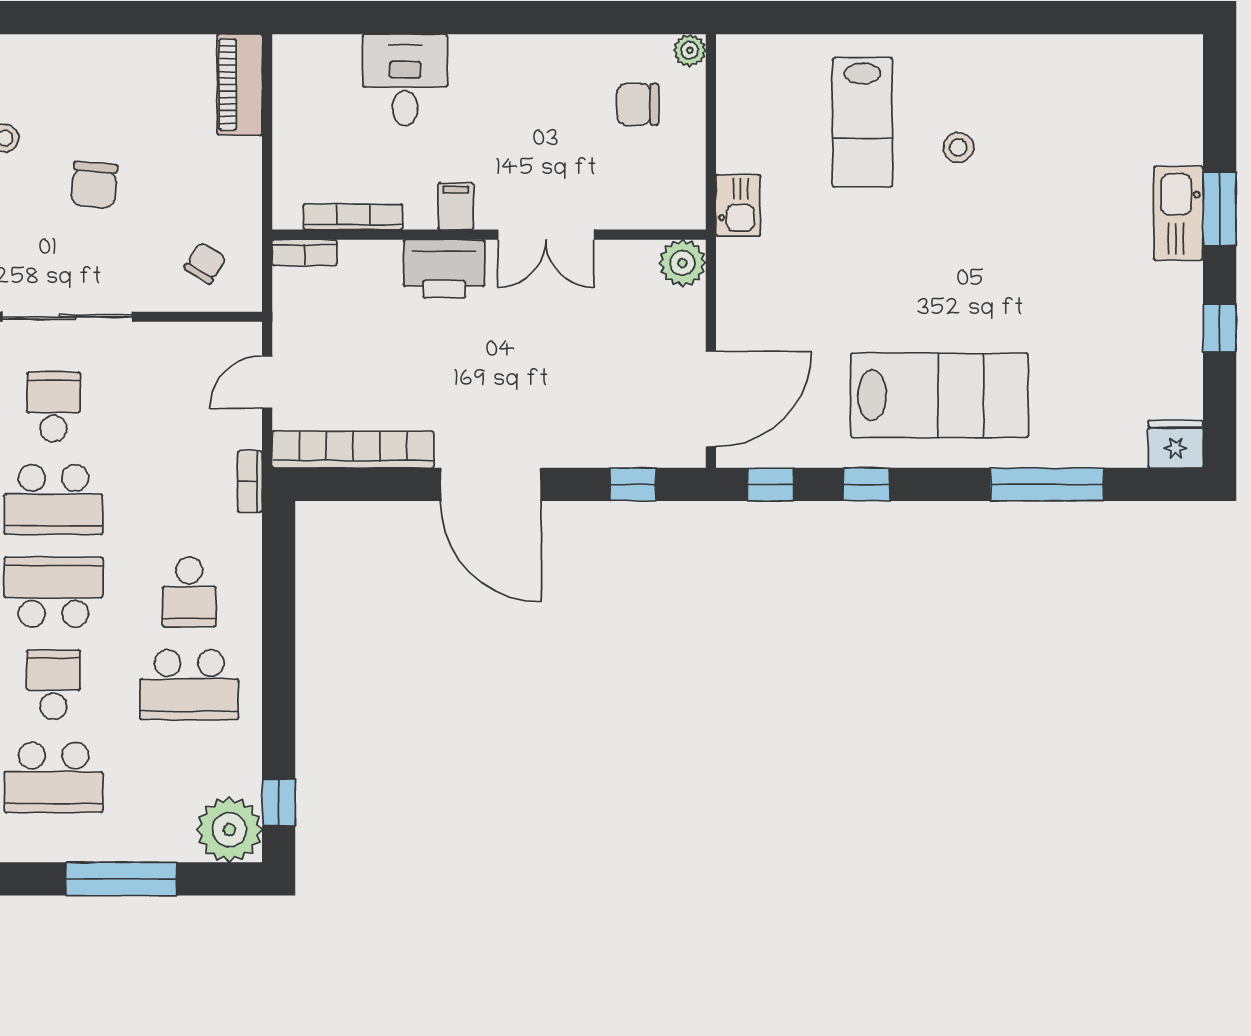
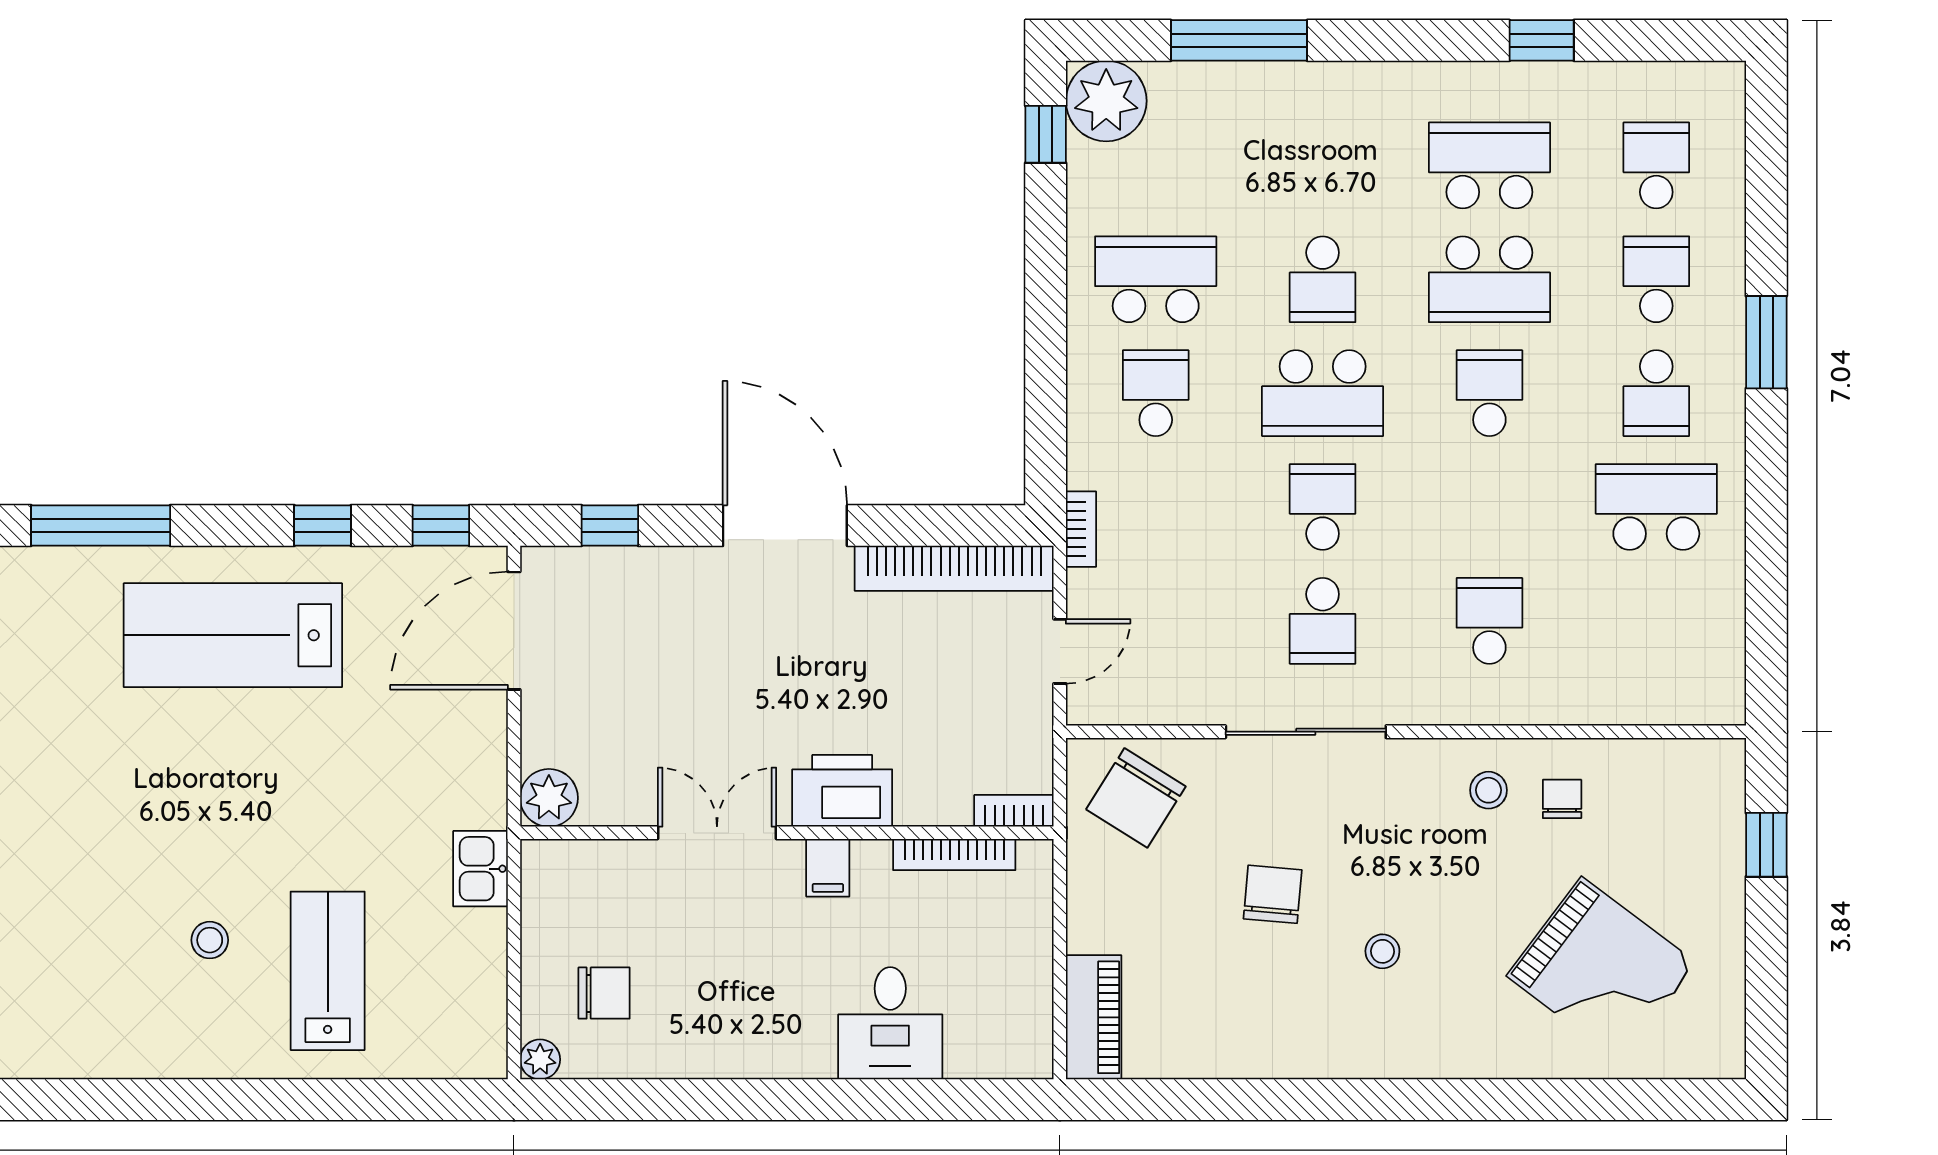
chair: (205, 263) -> (1136, 798), width x1.87, depth x1.87
school desk: (54, 499) -> (1323, 507), width x0.54
school desk: (54, 777) -> (1323, 165), removed

